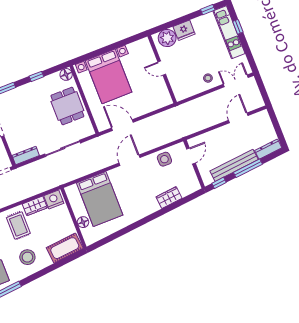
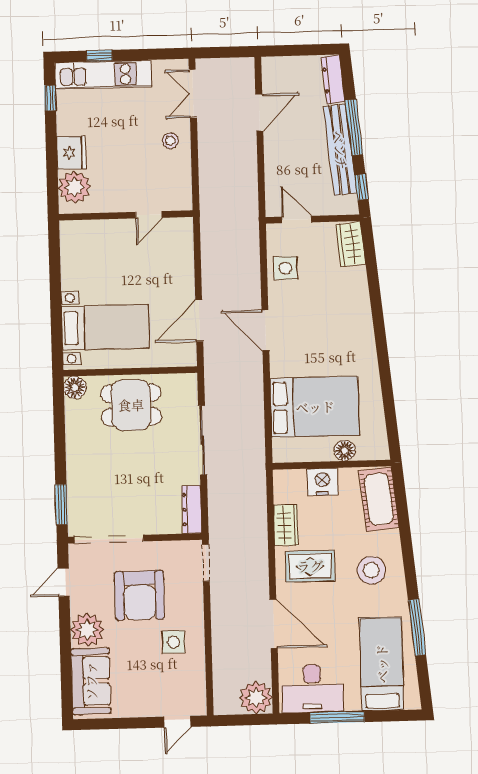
door: (162, 68) -> (149, 215), moved
window: (36, 76) -> (60, 441), removed
bed with nightstands: (109, 76) -> (105, 327), width x0.73
door: (238, 118) -> (259, 112), swing flipped
wardrobe: (169, 198) -> (351, 244), moved
nightstand: (54, 199) -> (322, 482), moved, turned 90

